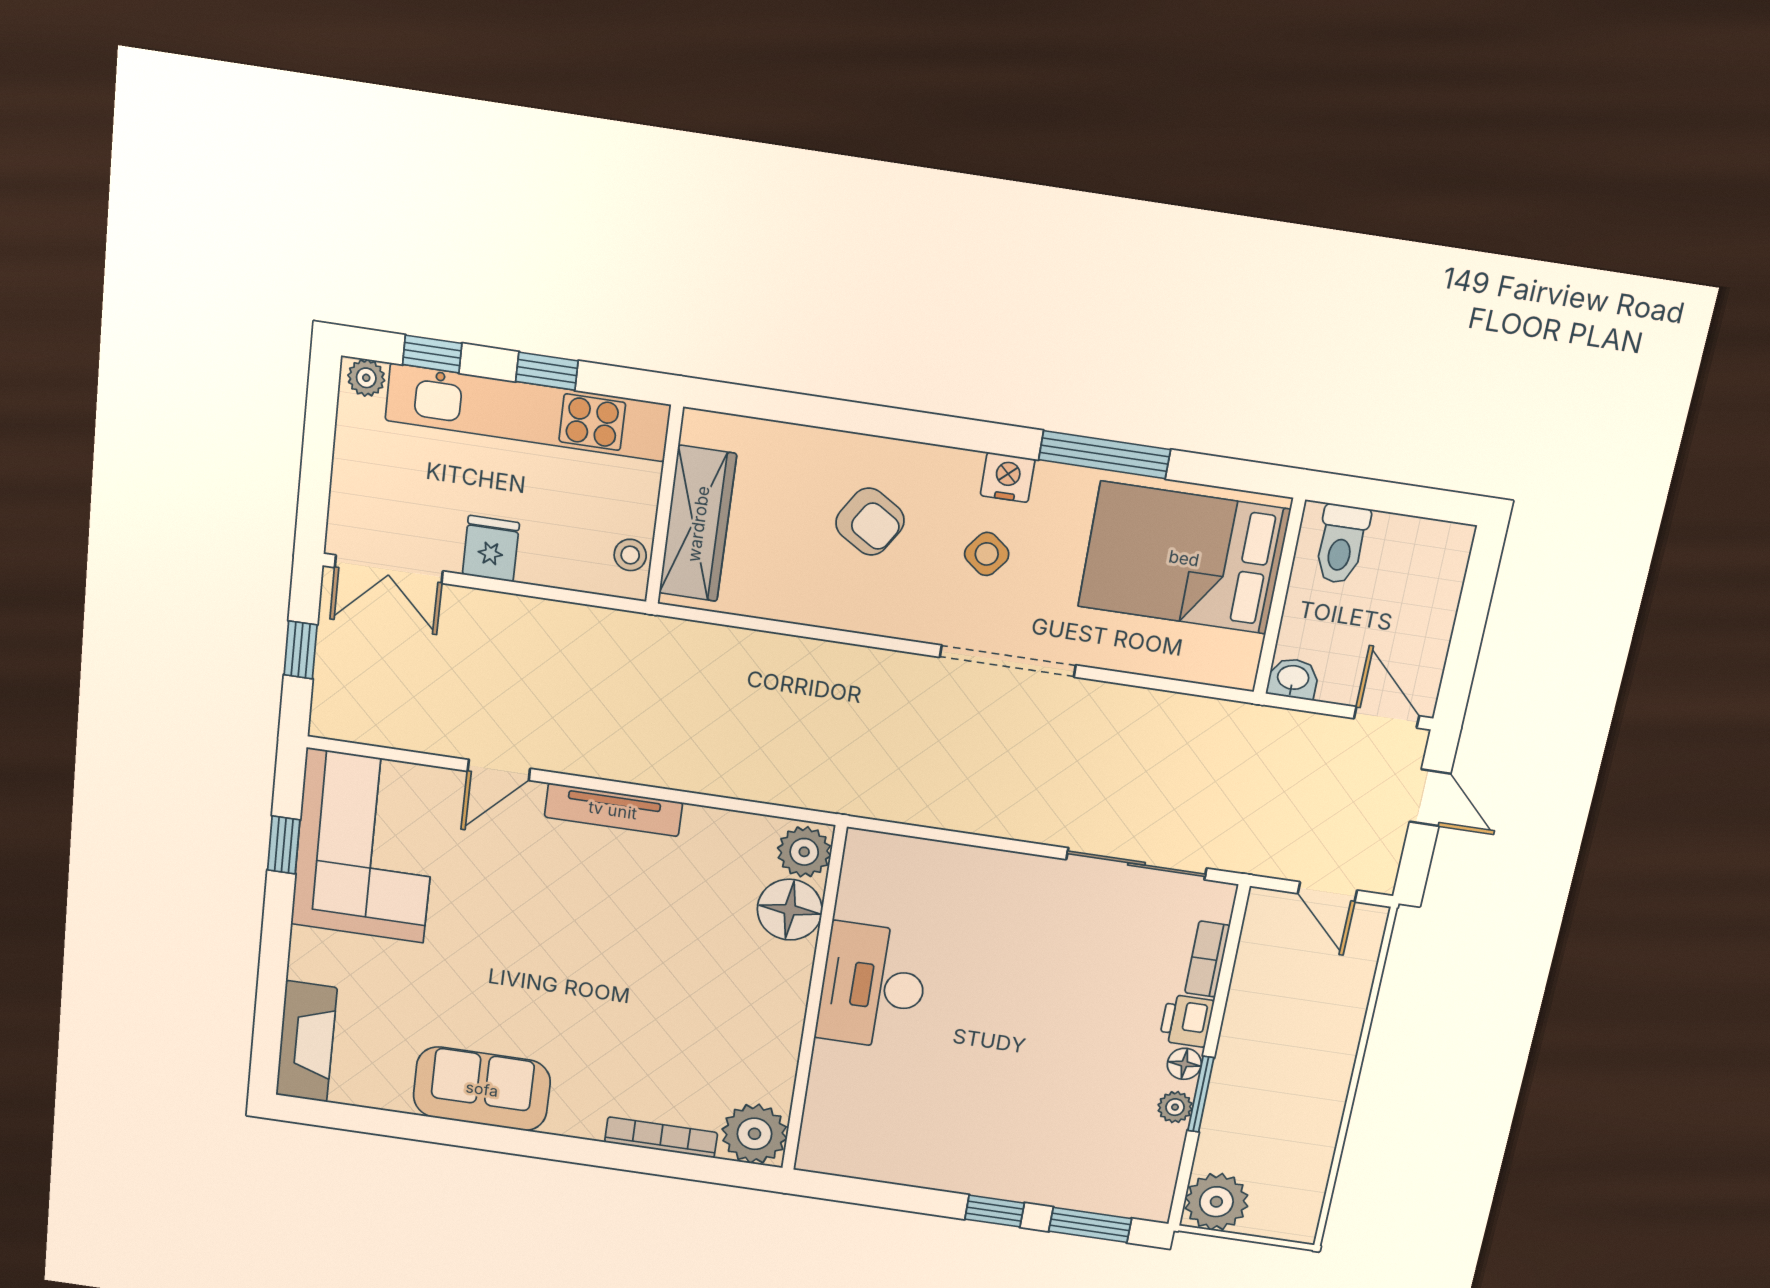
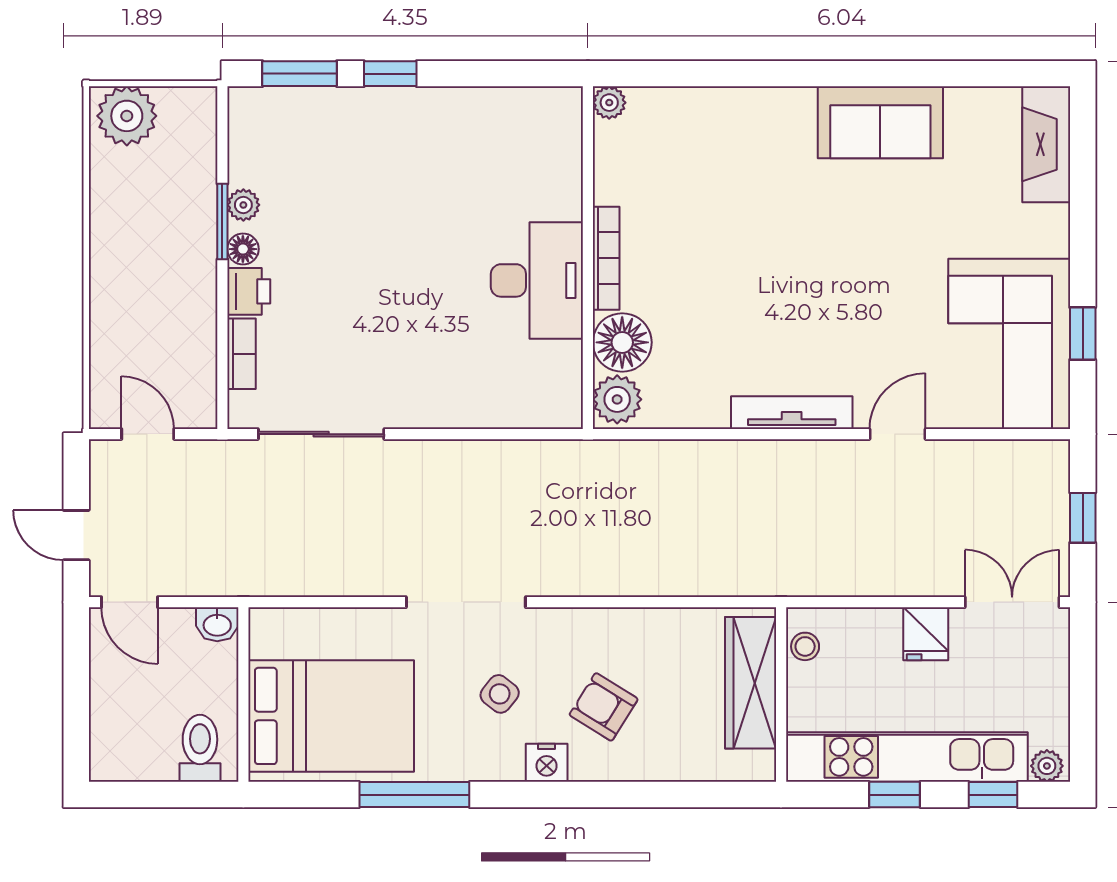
nightstand: (1008, 477) -> (547, 763), moved
plant: (755, 1134) -> (609, 103), width x0.53, depth x0.53
bookcase: (661, 1137) -> (606, 258), moved, turned -90
plant: (1216, 1202) -> (127, 116), moved

